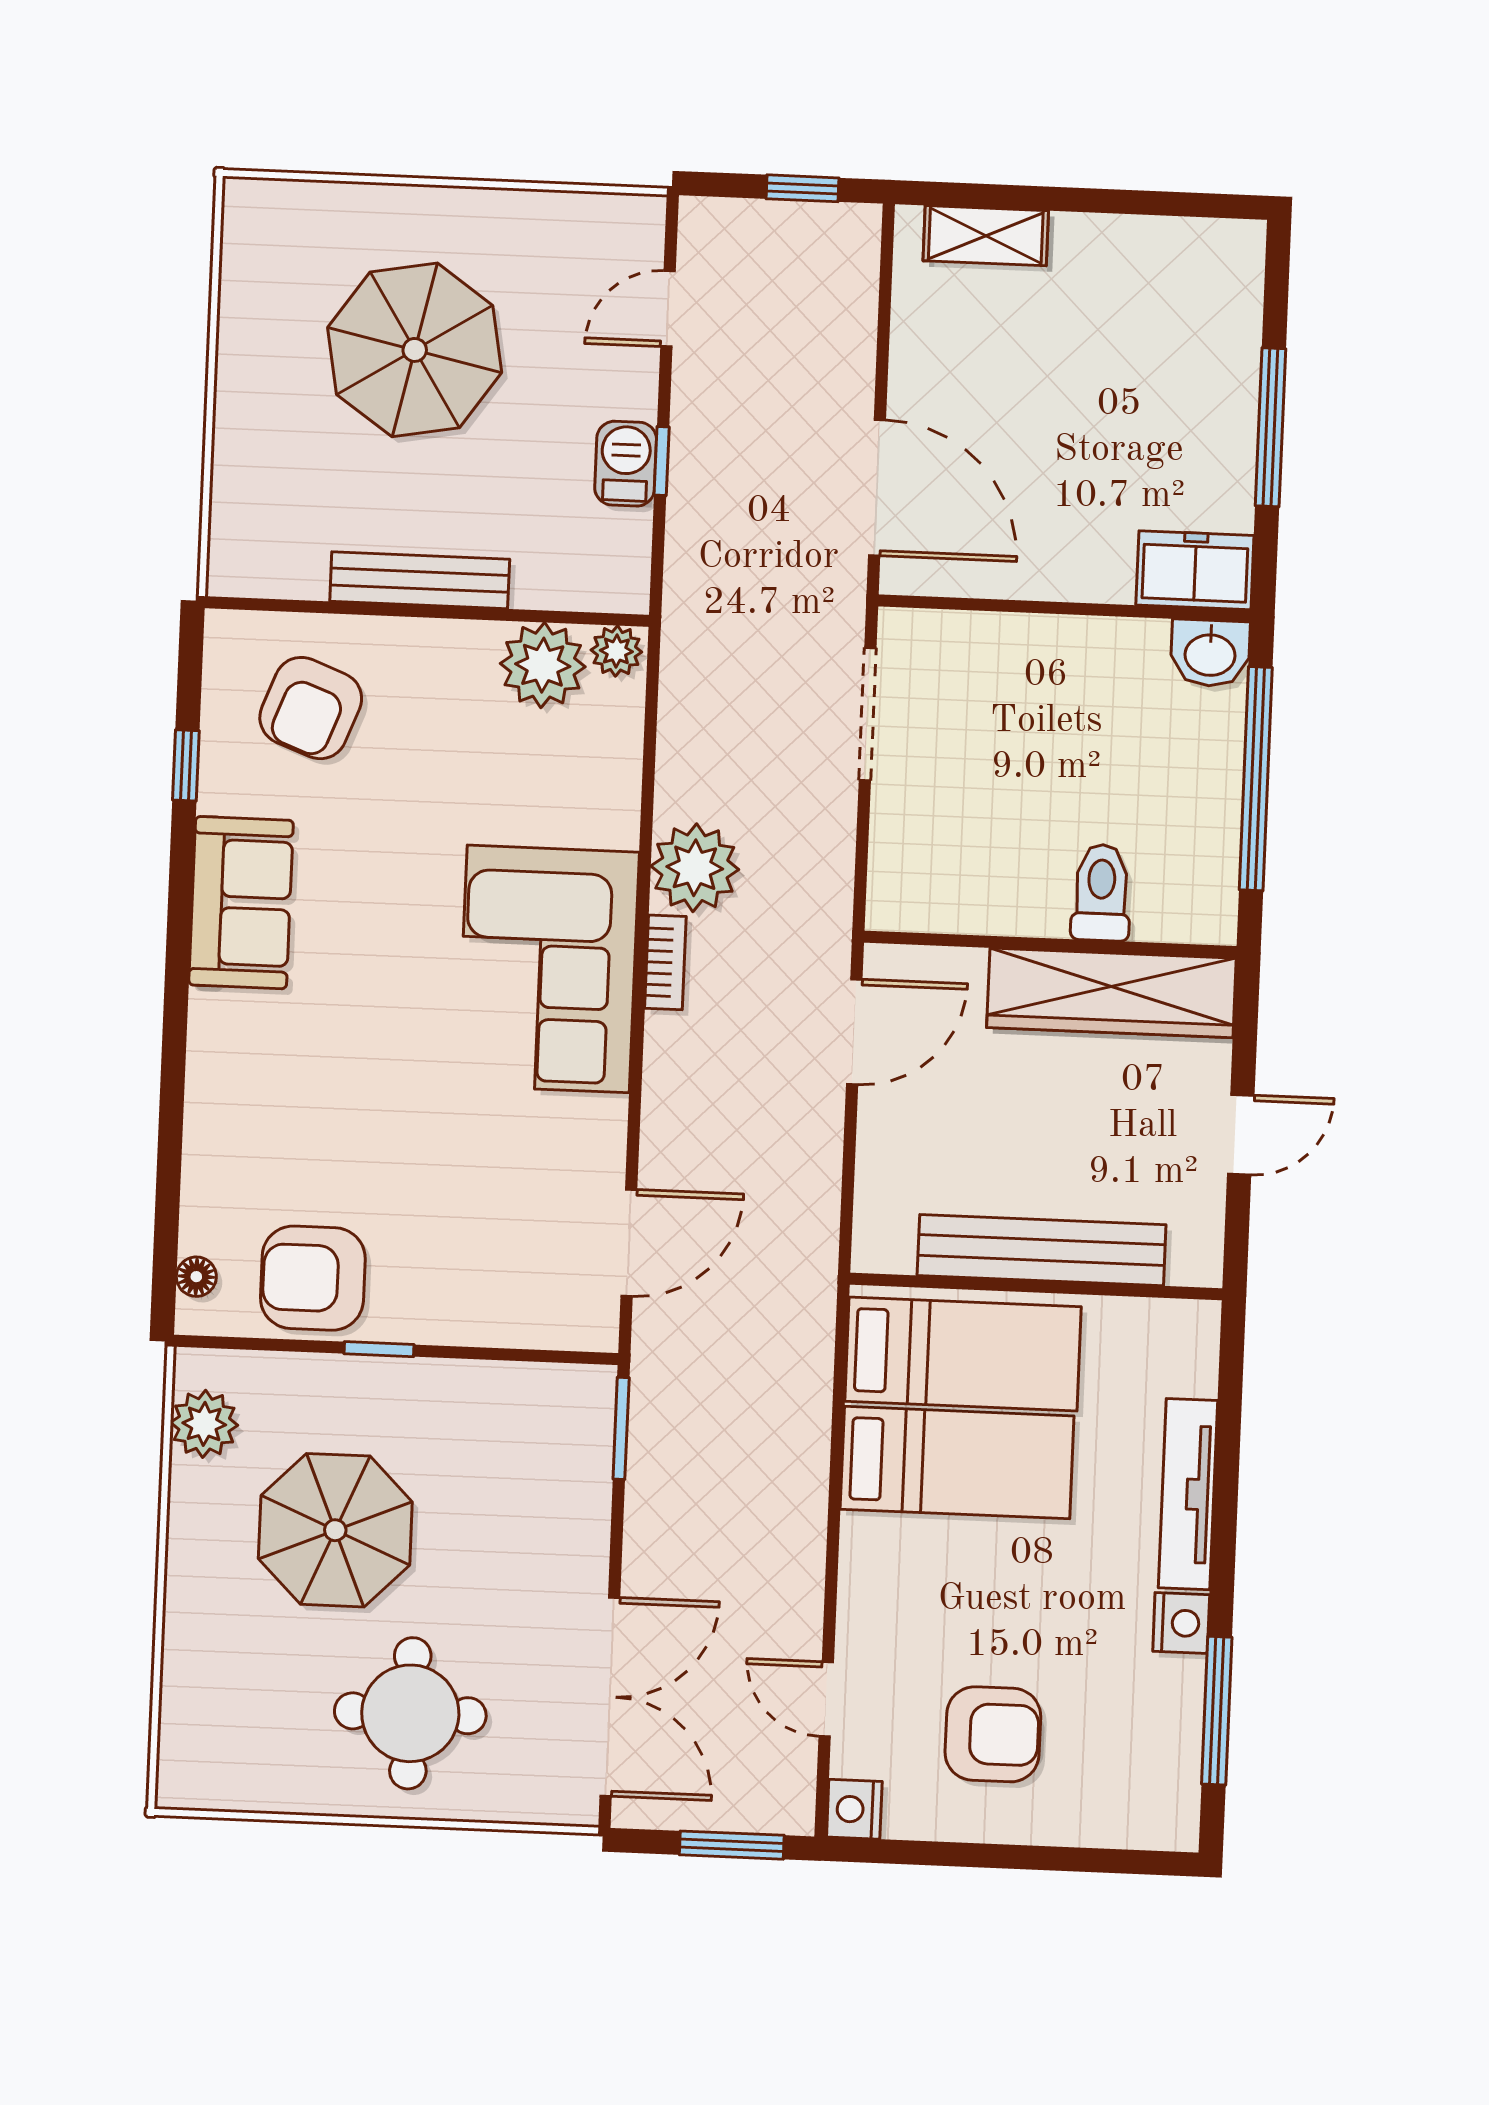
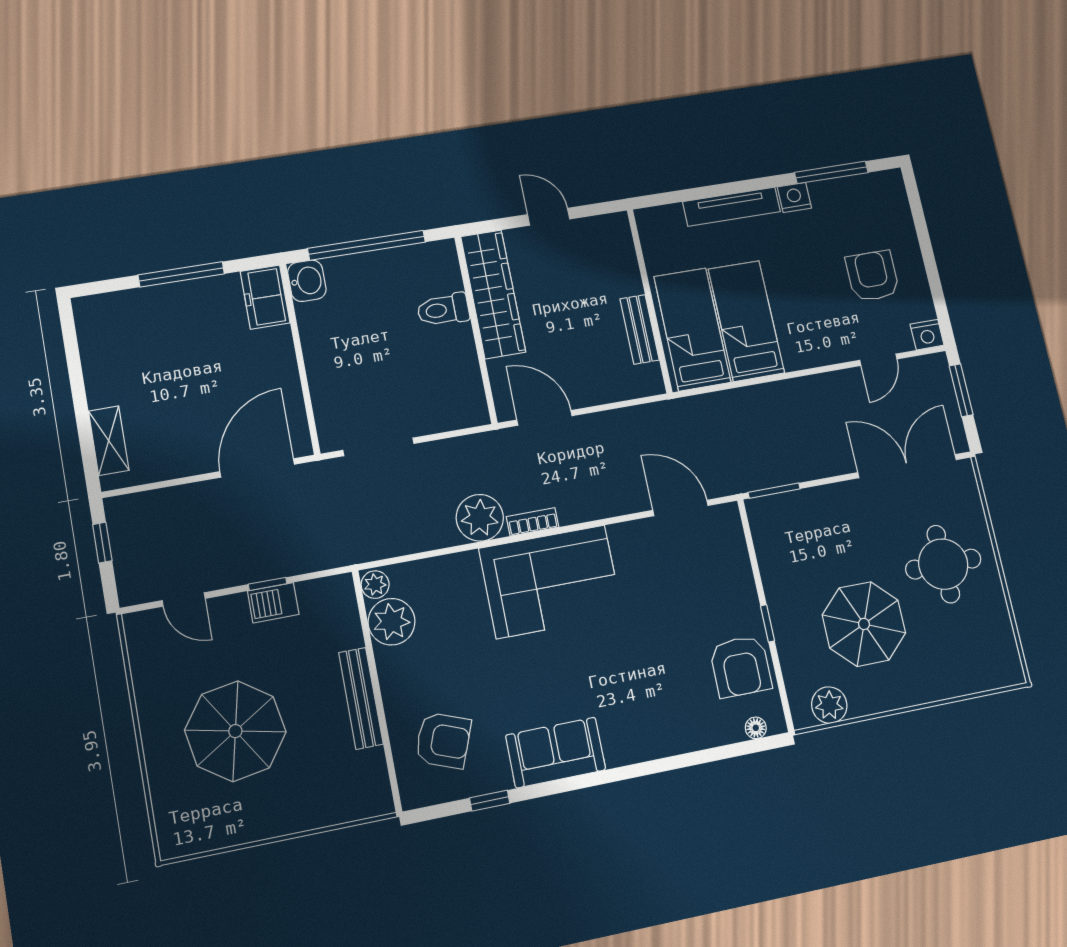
bench: (1042, 1250) -> (640, 329), width x0.54, depth x0.82

